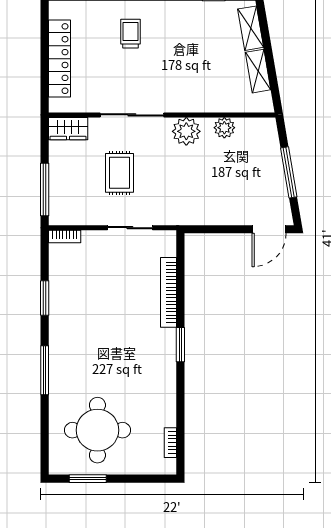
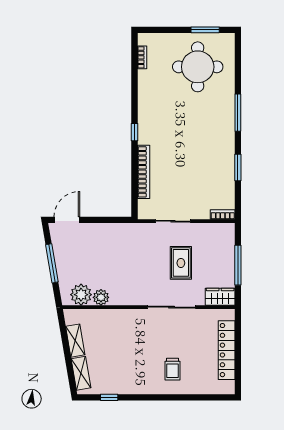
plant: (186, 131) -> (81, 295), moved
window: (45, 190) -> (238, 265), moved
window: (180, 345) -> (135, 132), width x0.67

